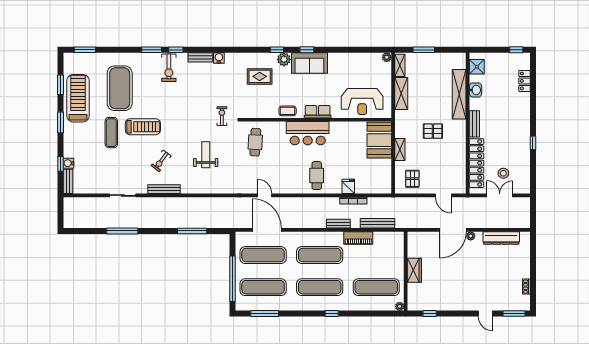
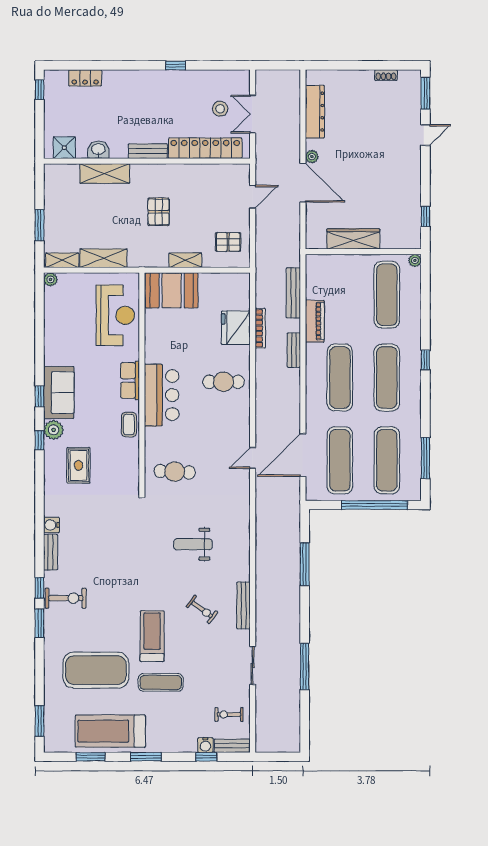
shelving: (459, 94) -> (105, 173), width x0.68
exercise bike: (222, 116) -> (229, 714), moved
fridge: (348, 186) -> (236, 328), width x1.88, depth x1.34
wardrobe: (414, 270) -> (353, 239), width x1.50

